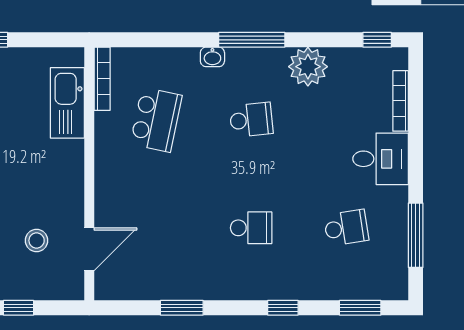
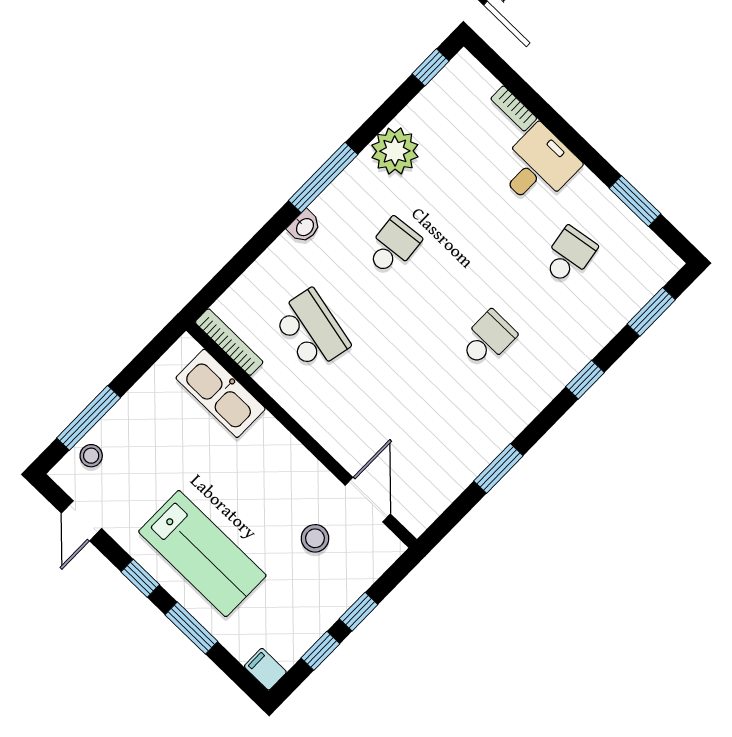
bookcase: (401, 101) -> (514, 109), width x0.64
window: (416, 235) -> (635, 201), width x0.69

